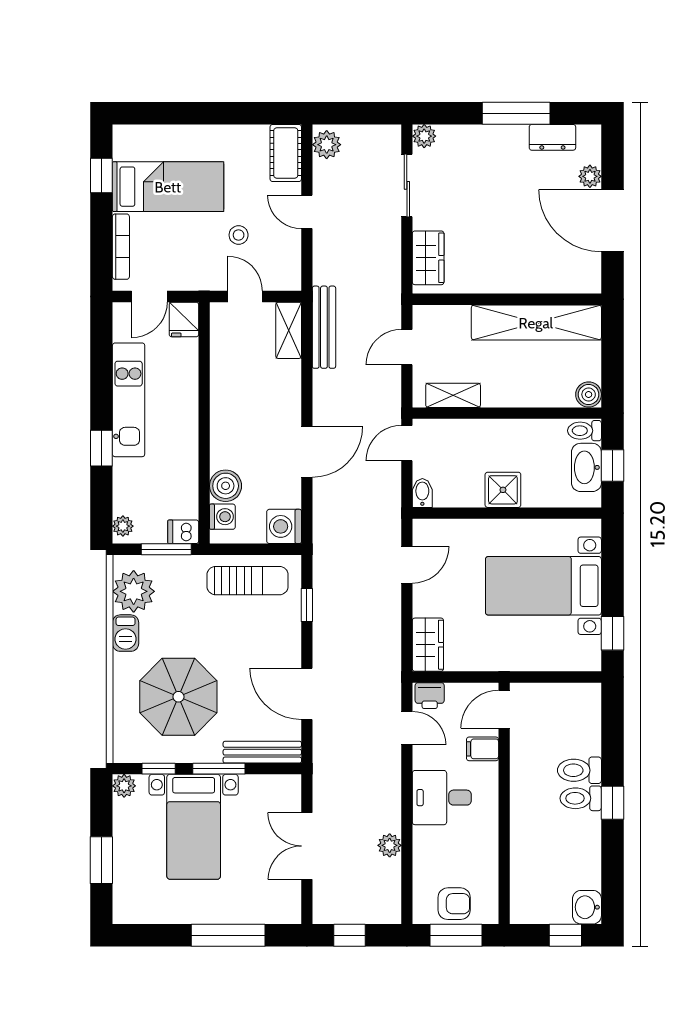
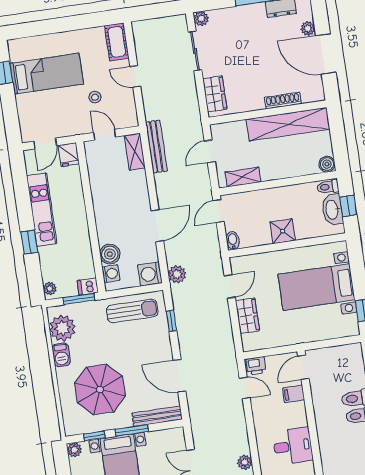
plant: (327, 145) -> (177, 274), moved
bookcase: (121, 247) -> (23, 115), removed
shoe rack: (534, 284) -> (283, 101), added
wardrobe: (428, 645) -> (247, 316), moved
desk: (442, 798) -> (293, 446), moved, turned 180

